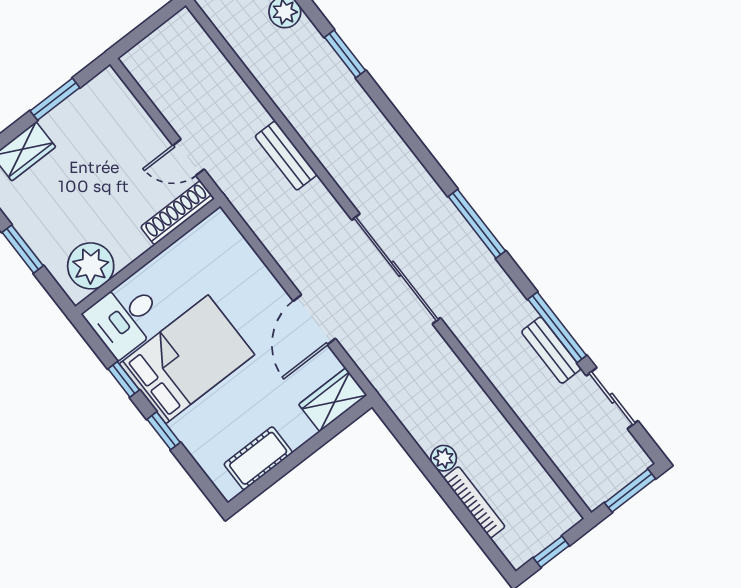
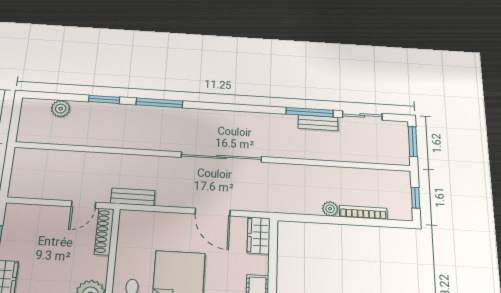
bench: (286, 156) -> (133, 197), moved
window: (477, 224) -> (159, 103), moved

